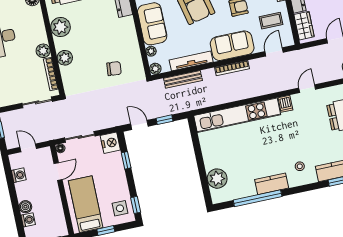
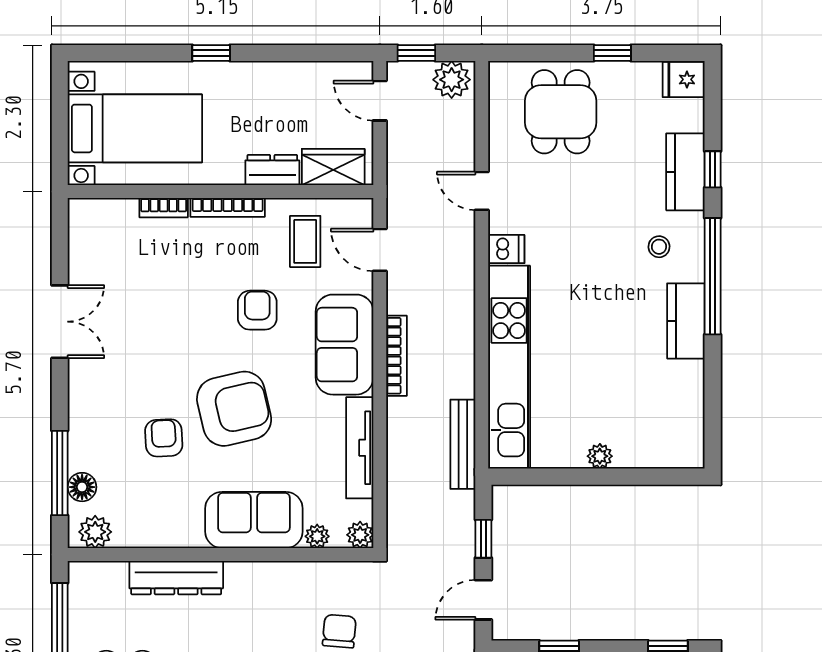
bench: (183, 79) -> (463, 444), moved
plant: (217, 179) -> (600, 456), moved, width x0.53, depth x0.53
window: (258, 198) -> (713, 276), moved

